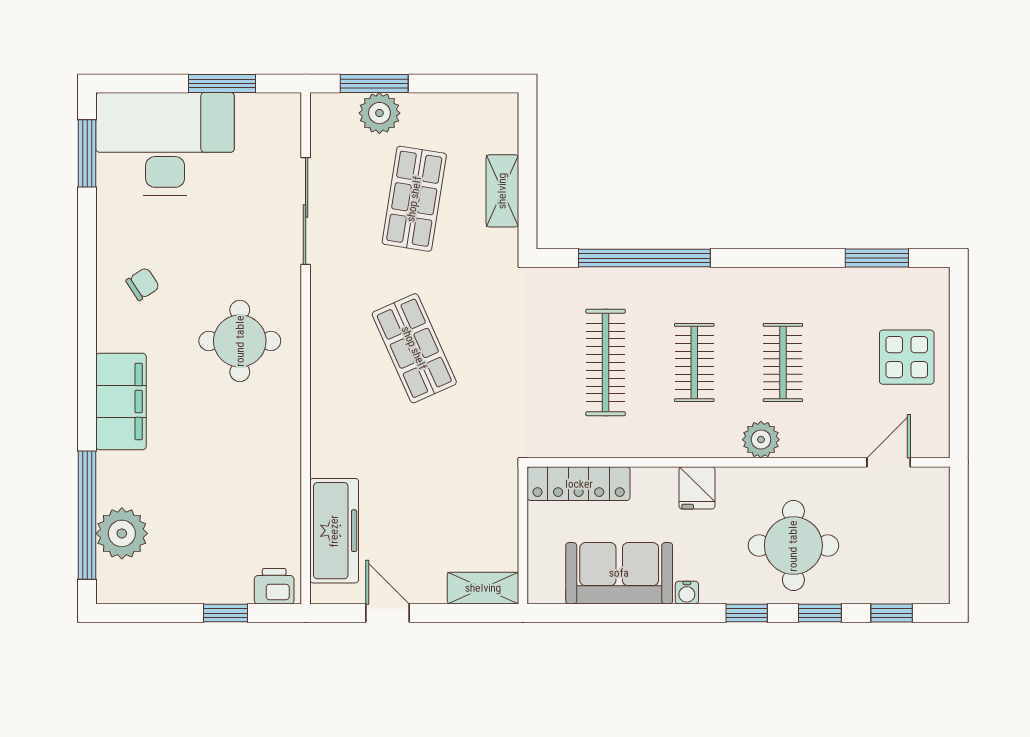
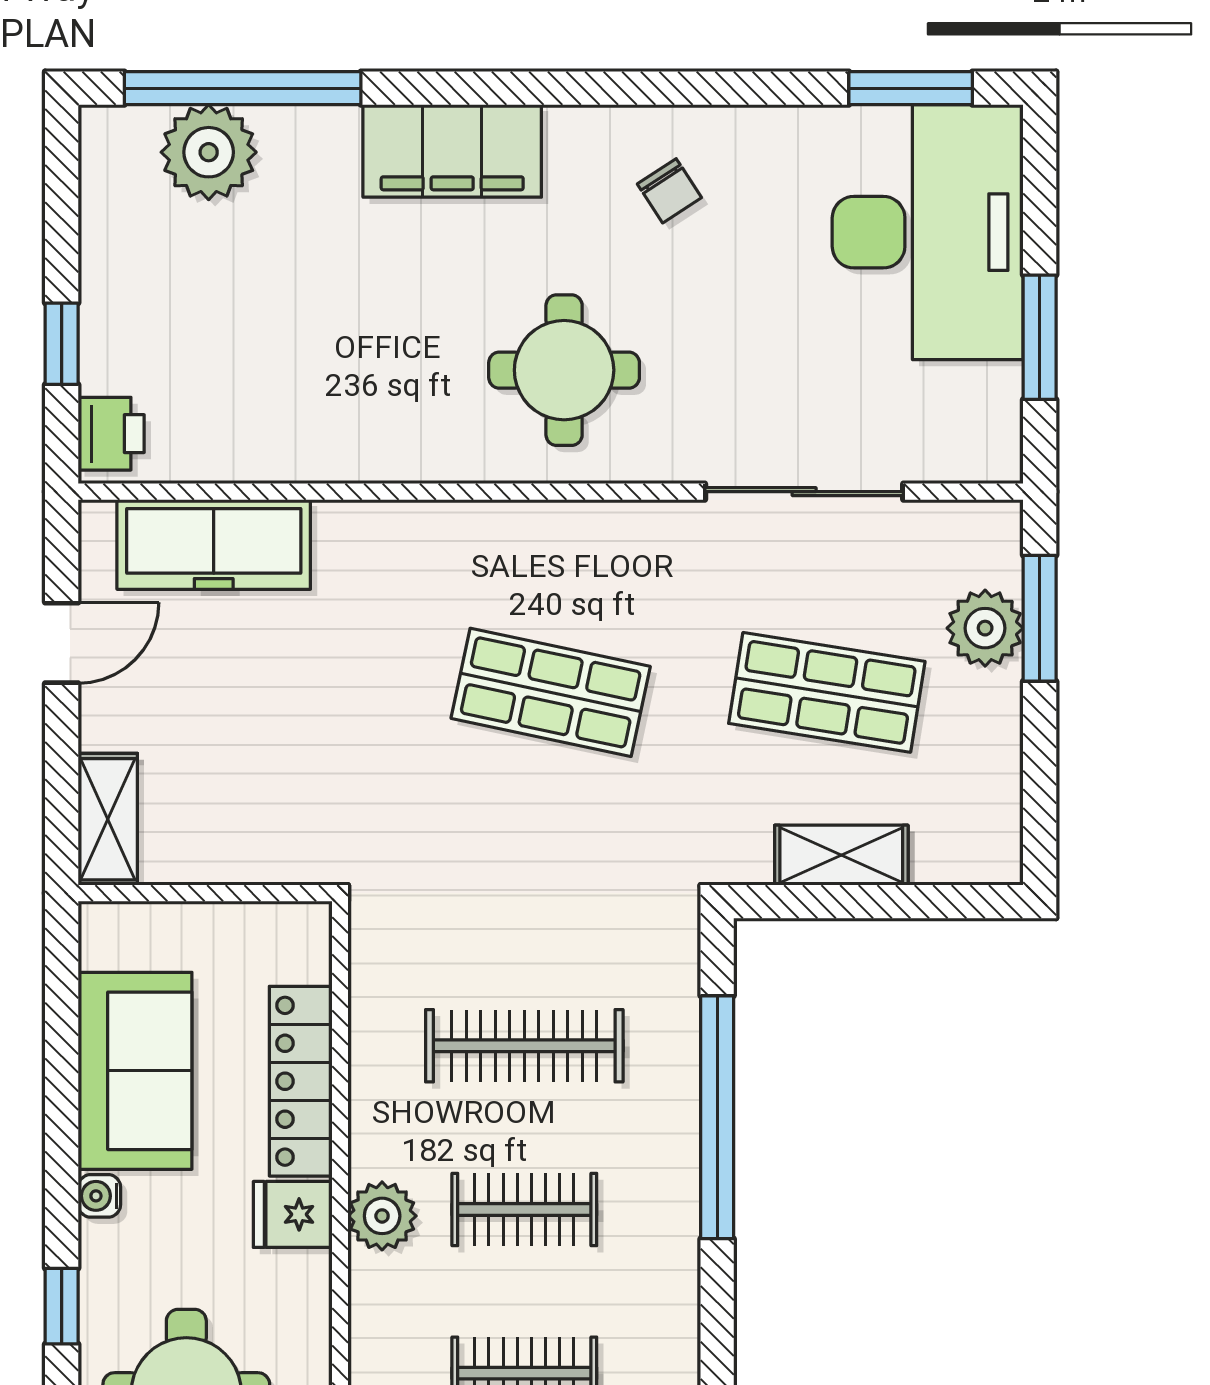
shop shelf: (414, 348) -> (551, 692), turned 36
plant: (761, 440) -> (382, 1216), moved
locker: (579, 484) -> (301, 1081), moved

